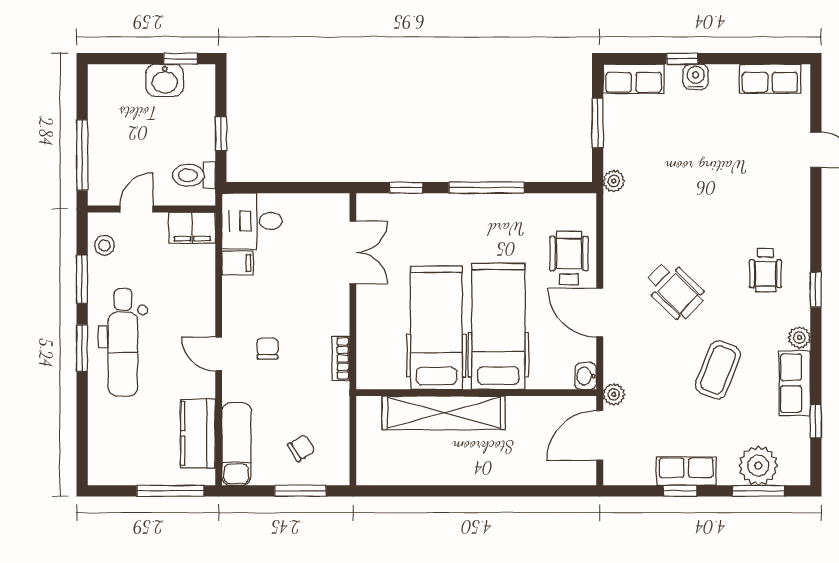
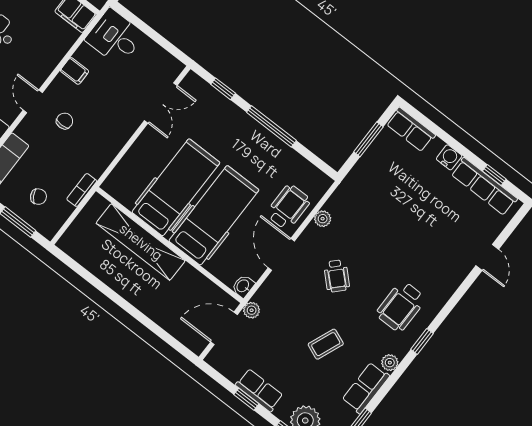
window: (682, 59) -> (494, 175), moved
row of seats: (770, 79) -> (484, 186), width x1.48
plant: (614, 181) -> (323, 219), moved
filing cabinet: (238, 263) -> (75, 71), moved
wheelchair: (766, 270) -> (401, 306), width x1.36, depth x1.37
wheelchair: (674, 290) -> (337, 276), width x0.73, depth x0.73
bookcase: (341, 358) -> (82, 190), moved
coffee table: (718, 370) -> (326, 344), width x0.73, depth x0.77

